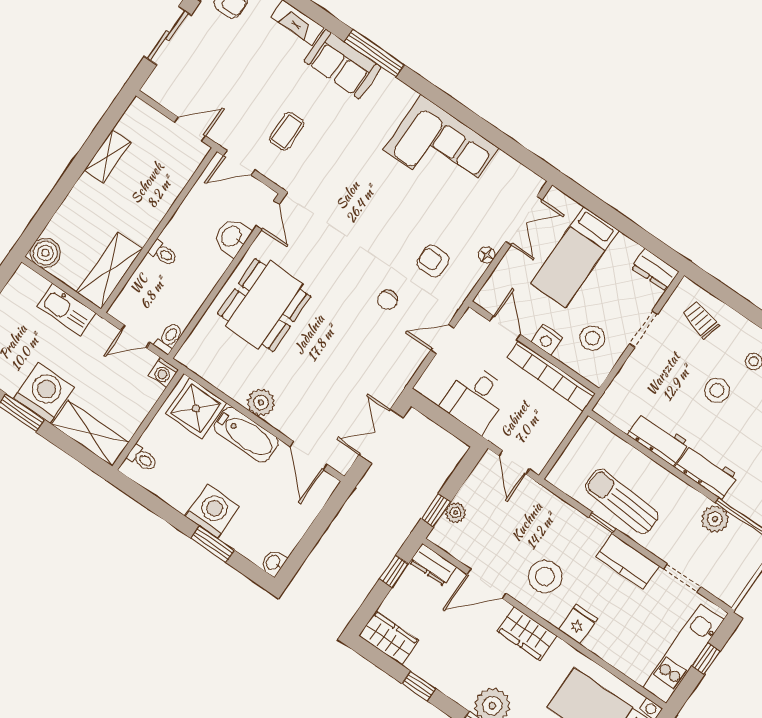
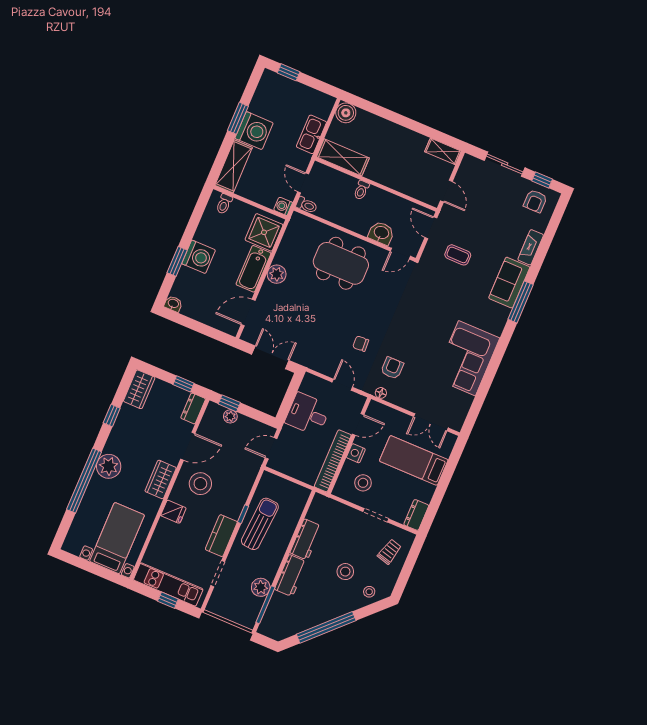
shelving: (107, 156) -> (443, 151), moved
floor lamp: (487, 255) -> (381, 393), moved
door: (487, 584) -> (188, 446), swing flipped

